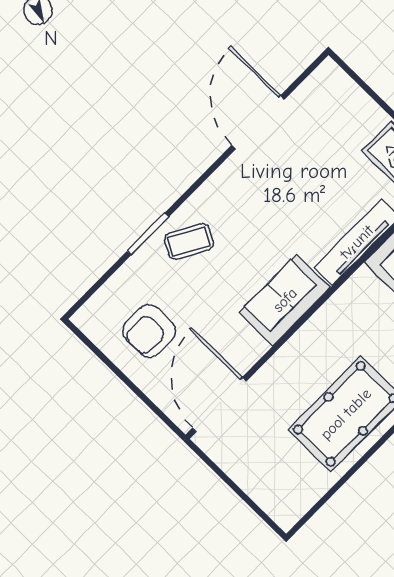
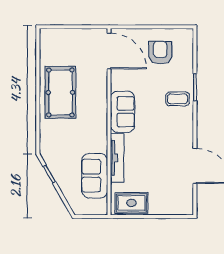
coffee table: (189, 241) -> (178, 99), turned 61

